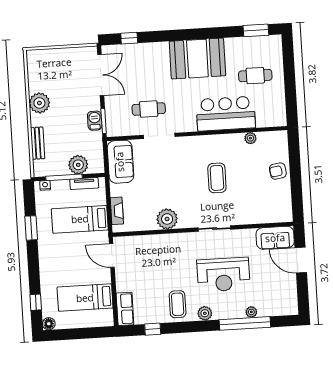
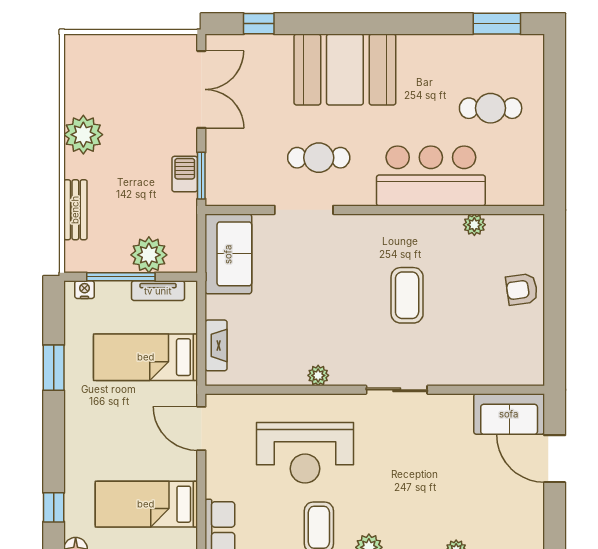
booth: (197, 59) -> (345, 70), moved
cafe table: (149, 109) -> (319, 158), moved
plant: (167, 219) -> (318, 375), width x0.53, depth x0.53
reception desk: (223, 275) -> (305, 453), moved

